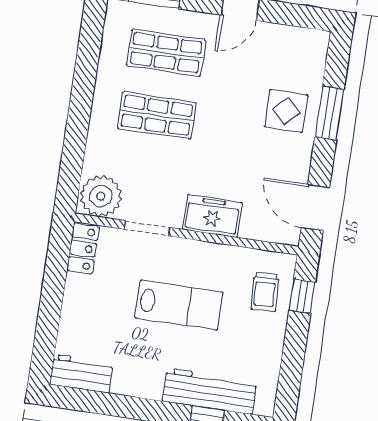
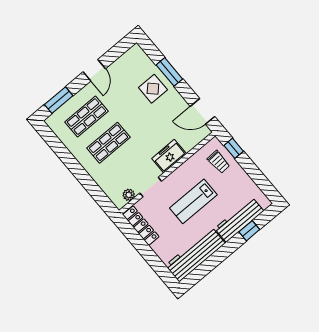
plant: (101, 196) -> (129, 195), width x0.53, depth x0.53
locker: (83, 248) -> (141, 226), width x1.53
lab bench: (179, 305) -> (193, 201), turned 180
workbench: (81, 374) -> (195, 254), width x1.88, depth x1.32

